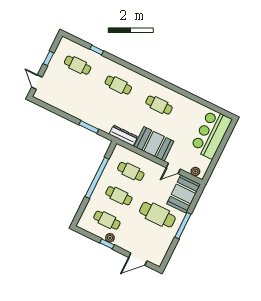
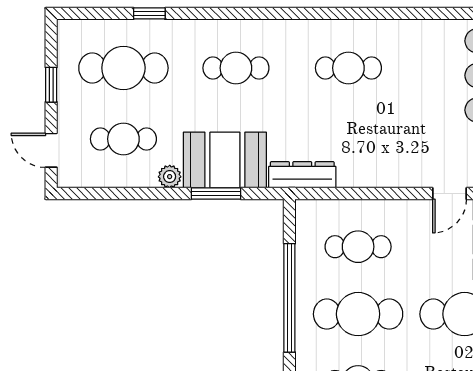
cafe table: (78, 65) -> (123, 68), width x1.37, depth x1.35
cafe table: (65, 91) -> (123, 139), added
plant: (75, 113) -> (170, 177), added
booth: (154, 144) -> (225, 160), moved
cafe table: (119, 196) -> (358, 314), width x1.37, depth x1.35

